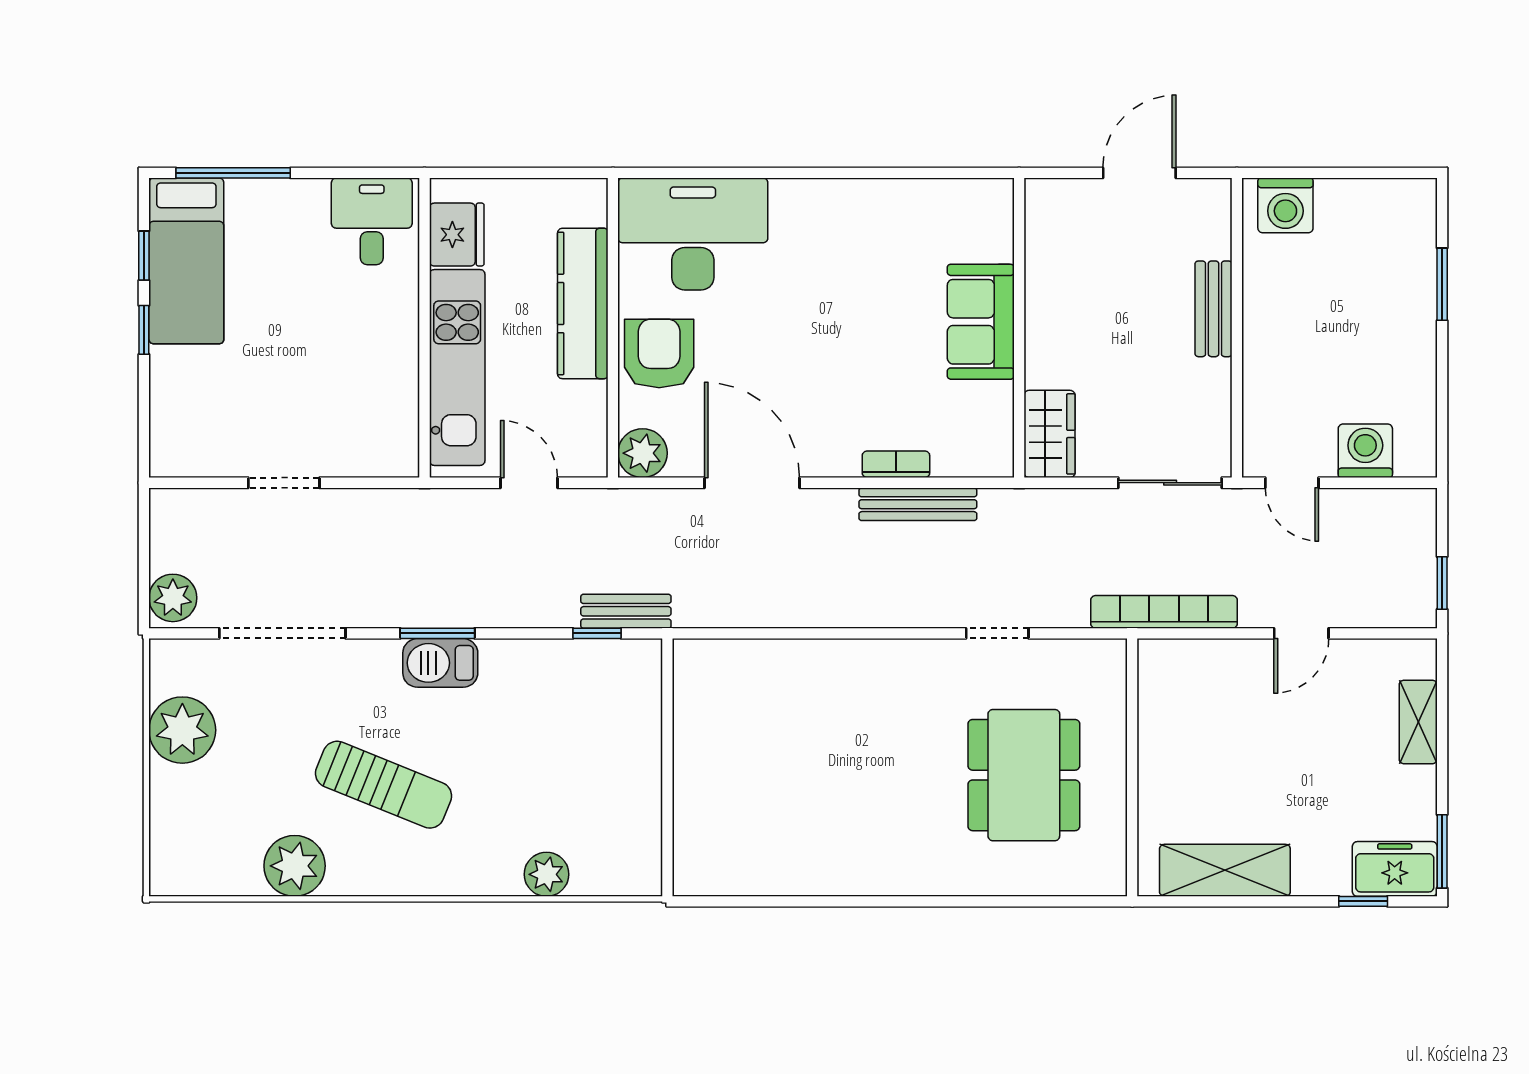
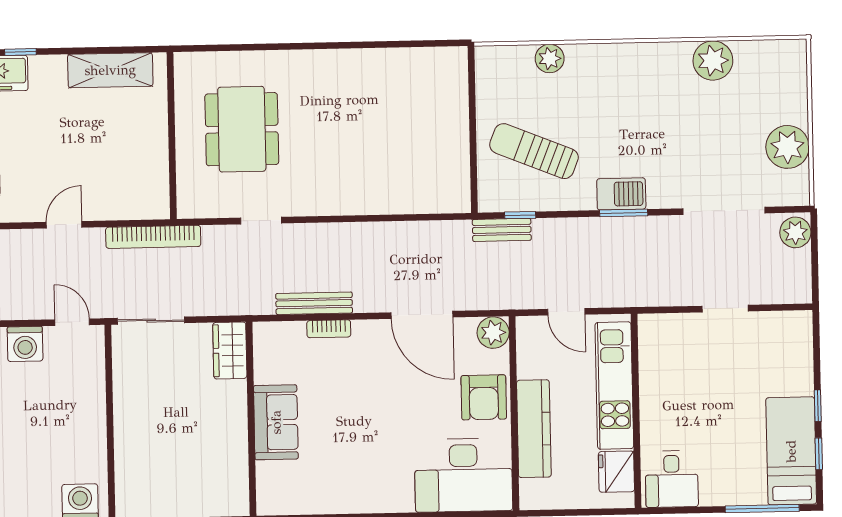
bench: (1214, 309) -> (125, 434), removed
sun lounger: (384, 785) -> (534, 151), moved

